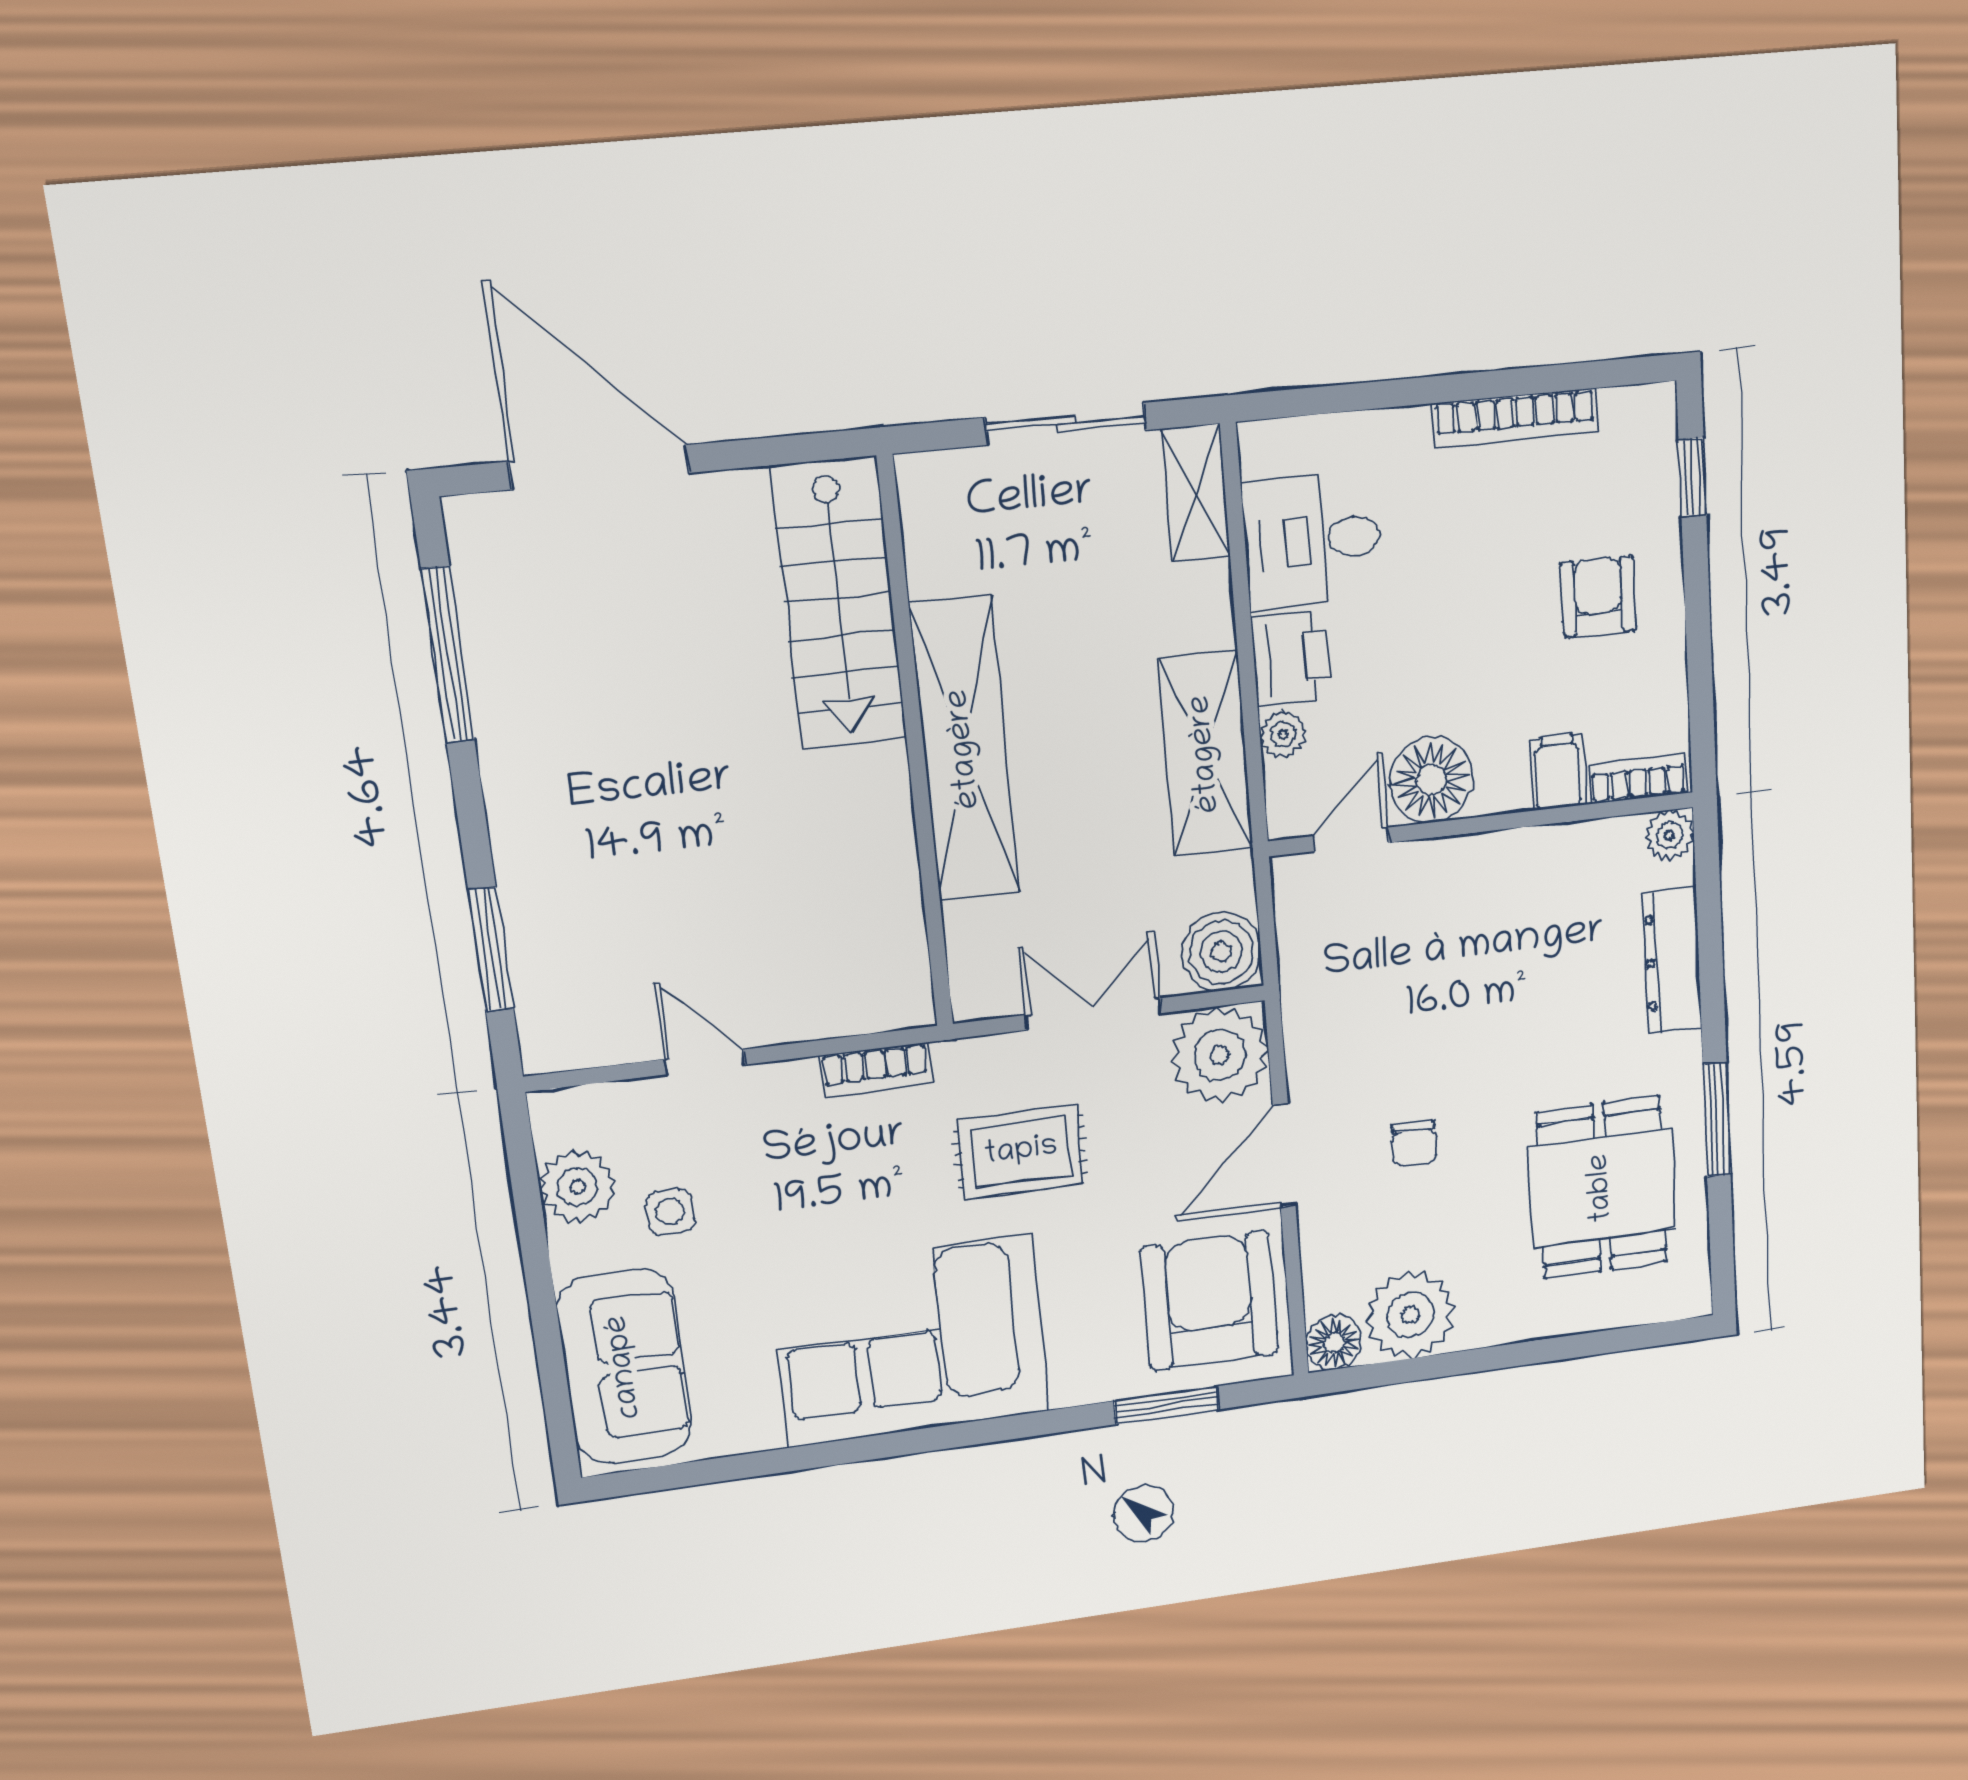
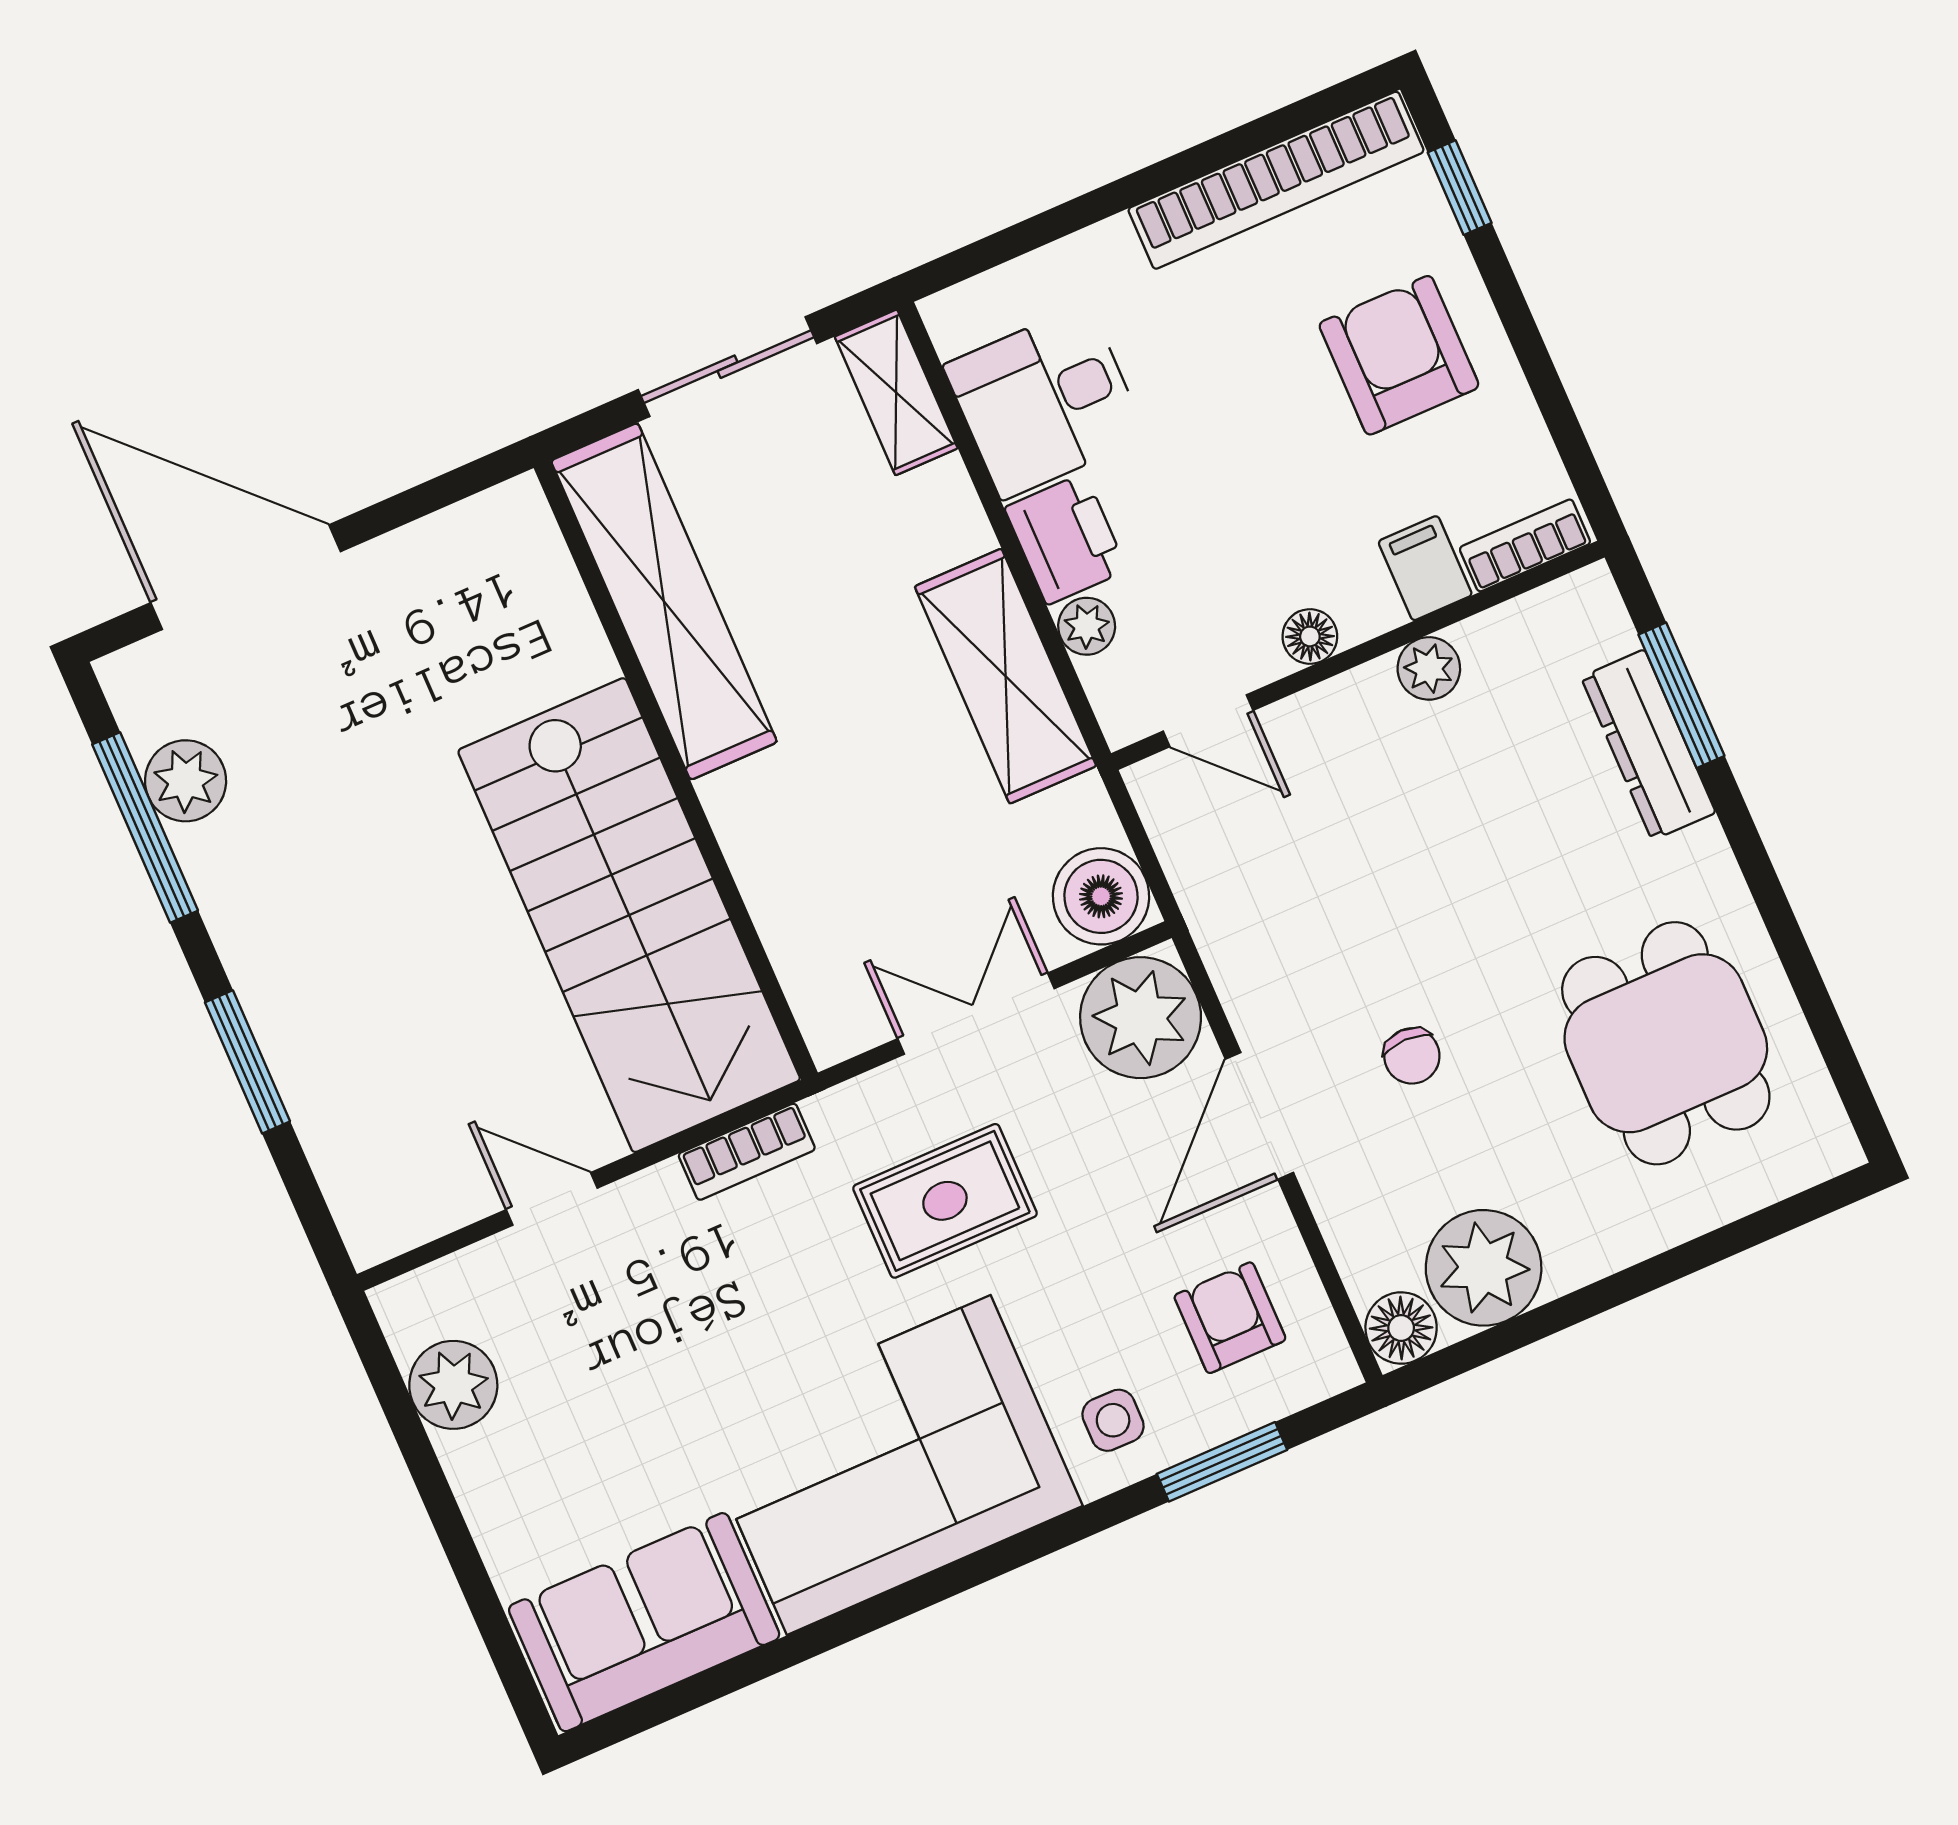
bookcase: (1515, 418) -> (1276, 180), width x1.48, depth x1.31
armchair: (1598, 596) -> (1399, 355), width x1.38, depth x1.38
stairs: (838, 604) -> (629, 915), moved, width x1.36, depth x1.51
plant: (495, 626) -> (186, 781), added
shelving: (965, 749) -> (664, 601), moved
floor lamp: (1431, 780) -> (1310, 636), width x0.53, depth x0.53
plant: (1670, 835) -> (1429, 668), moved
door: (1351, 839) -> (1208, 721), swing flipped
window: (491, 950) -> (247, 1062), moved
window: (1717, 1120) -> (1681, 695), moved
side table: (670, 1212) -> (1113, 1420), moved
armchair: (1209, 1301) -> (1230, 1318), width x0.53, depth x0.53
sofa: (625, 1367) -> (644, 1622), moved, turned -90

